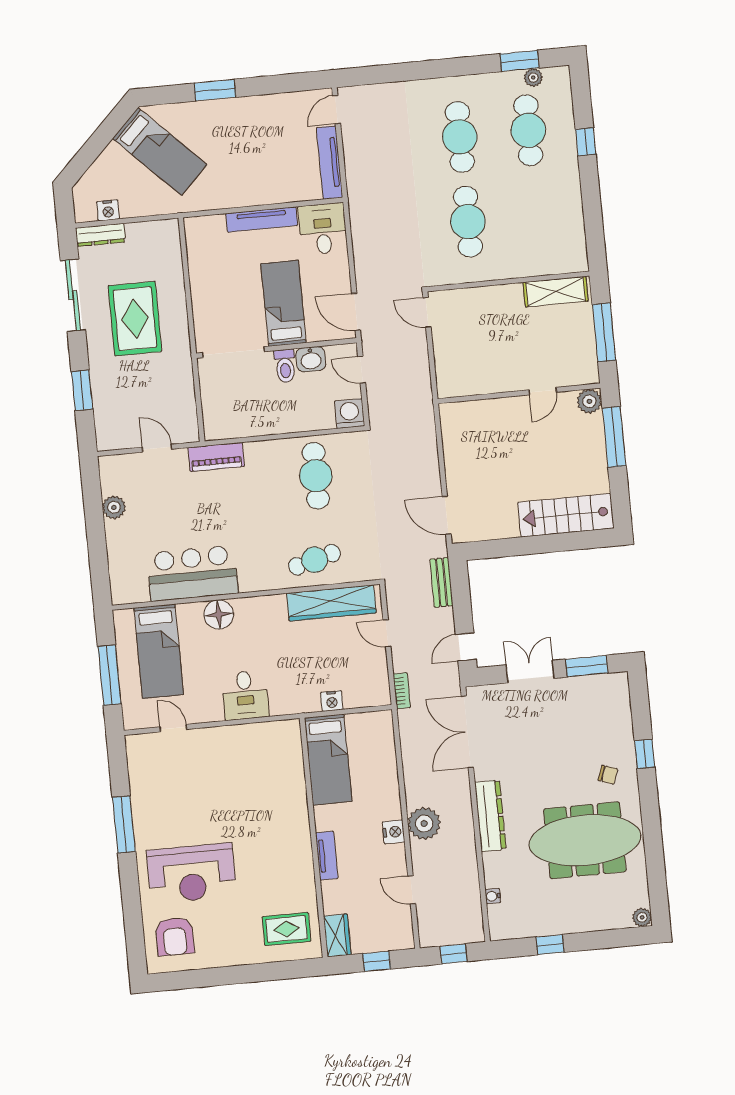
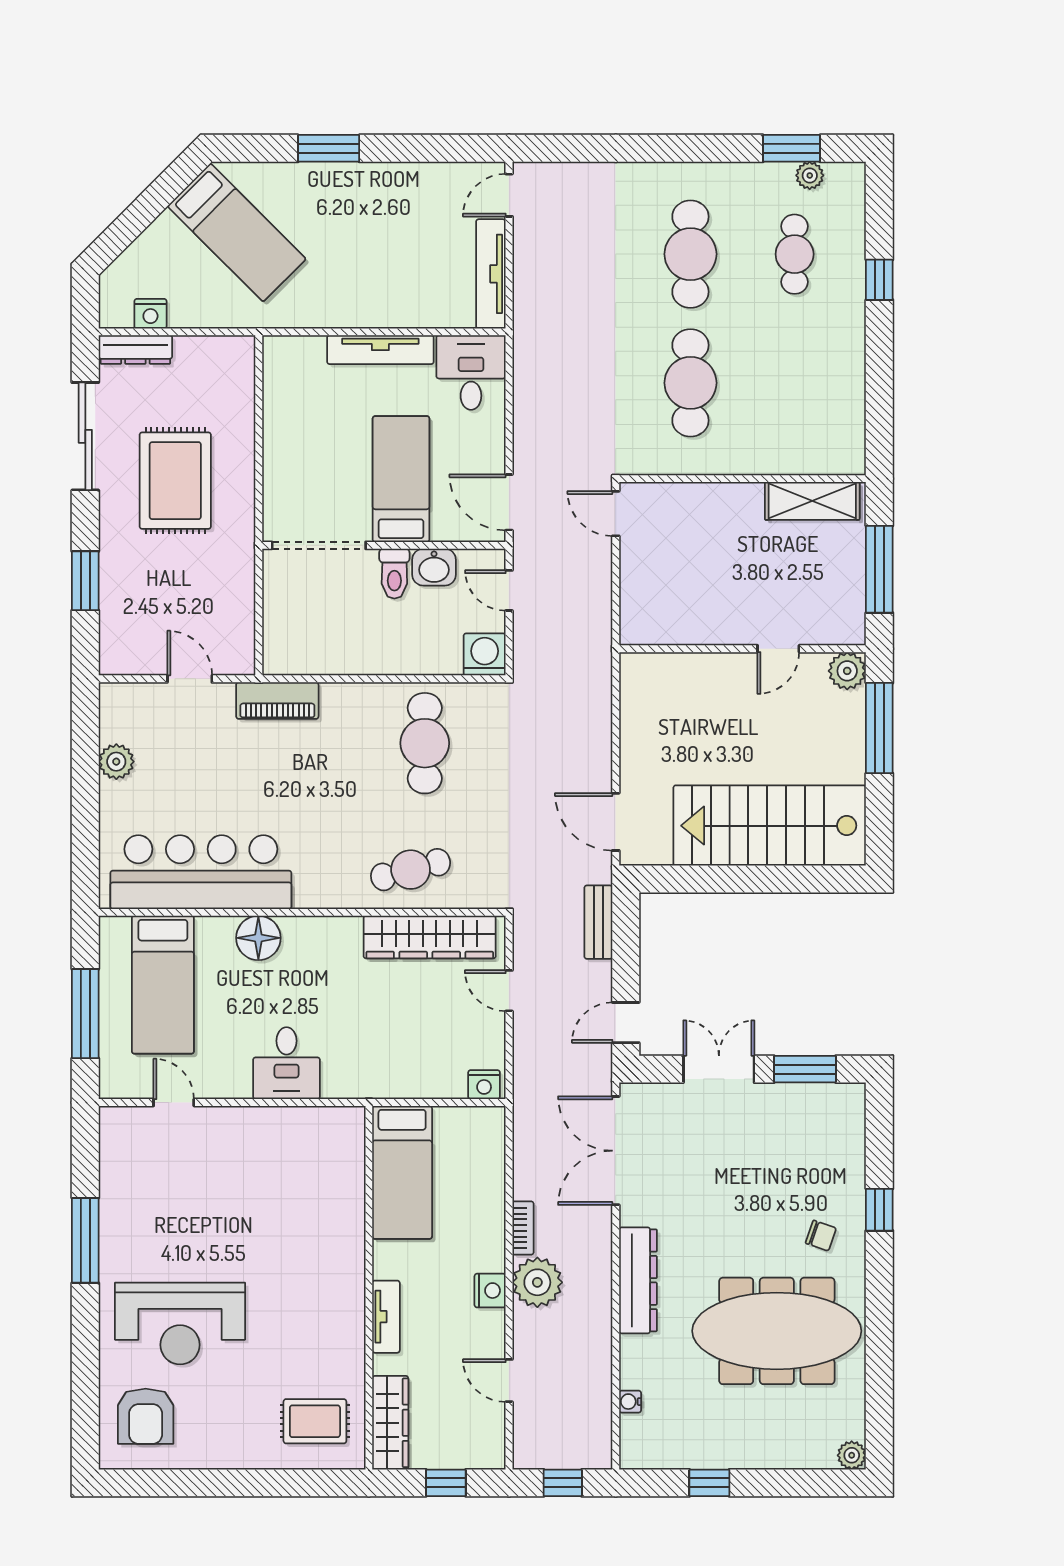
cafe table: (528, 130) -> (795, 254), width x0.73, depth x0.74
stairs: (566, 515) -> (770, 826), width x1.36, depth x1.51
bar counter: (193, 573) -> (201, 872), width x1.36
bookcase: (402, 691) -> (523, 1228), moved
nightstand: (332, 701) -> (484, 1085), moved
wardrobe: (337, 935) -> (390, 1423), width x1.50

